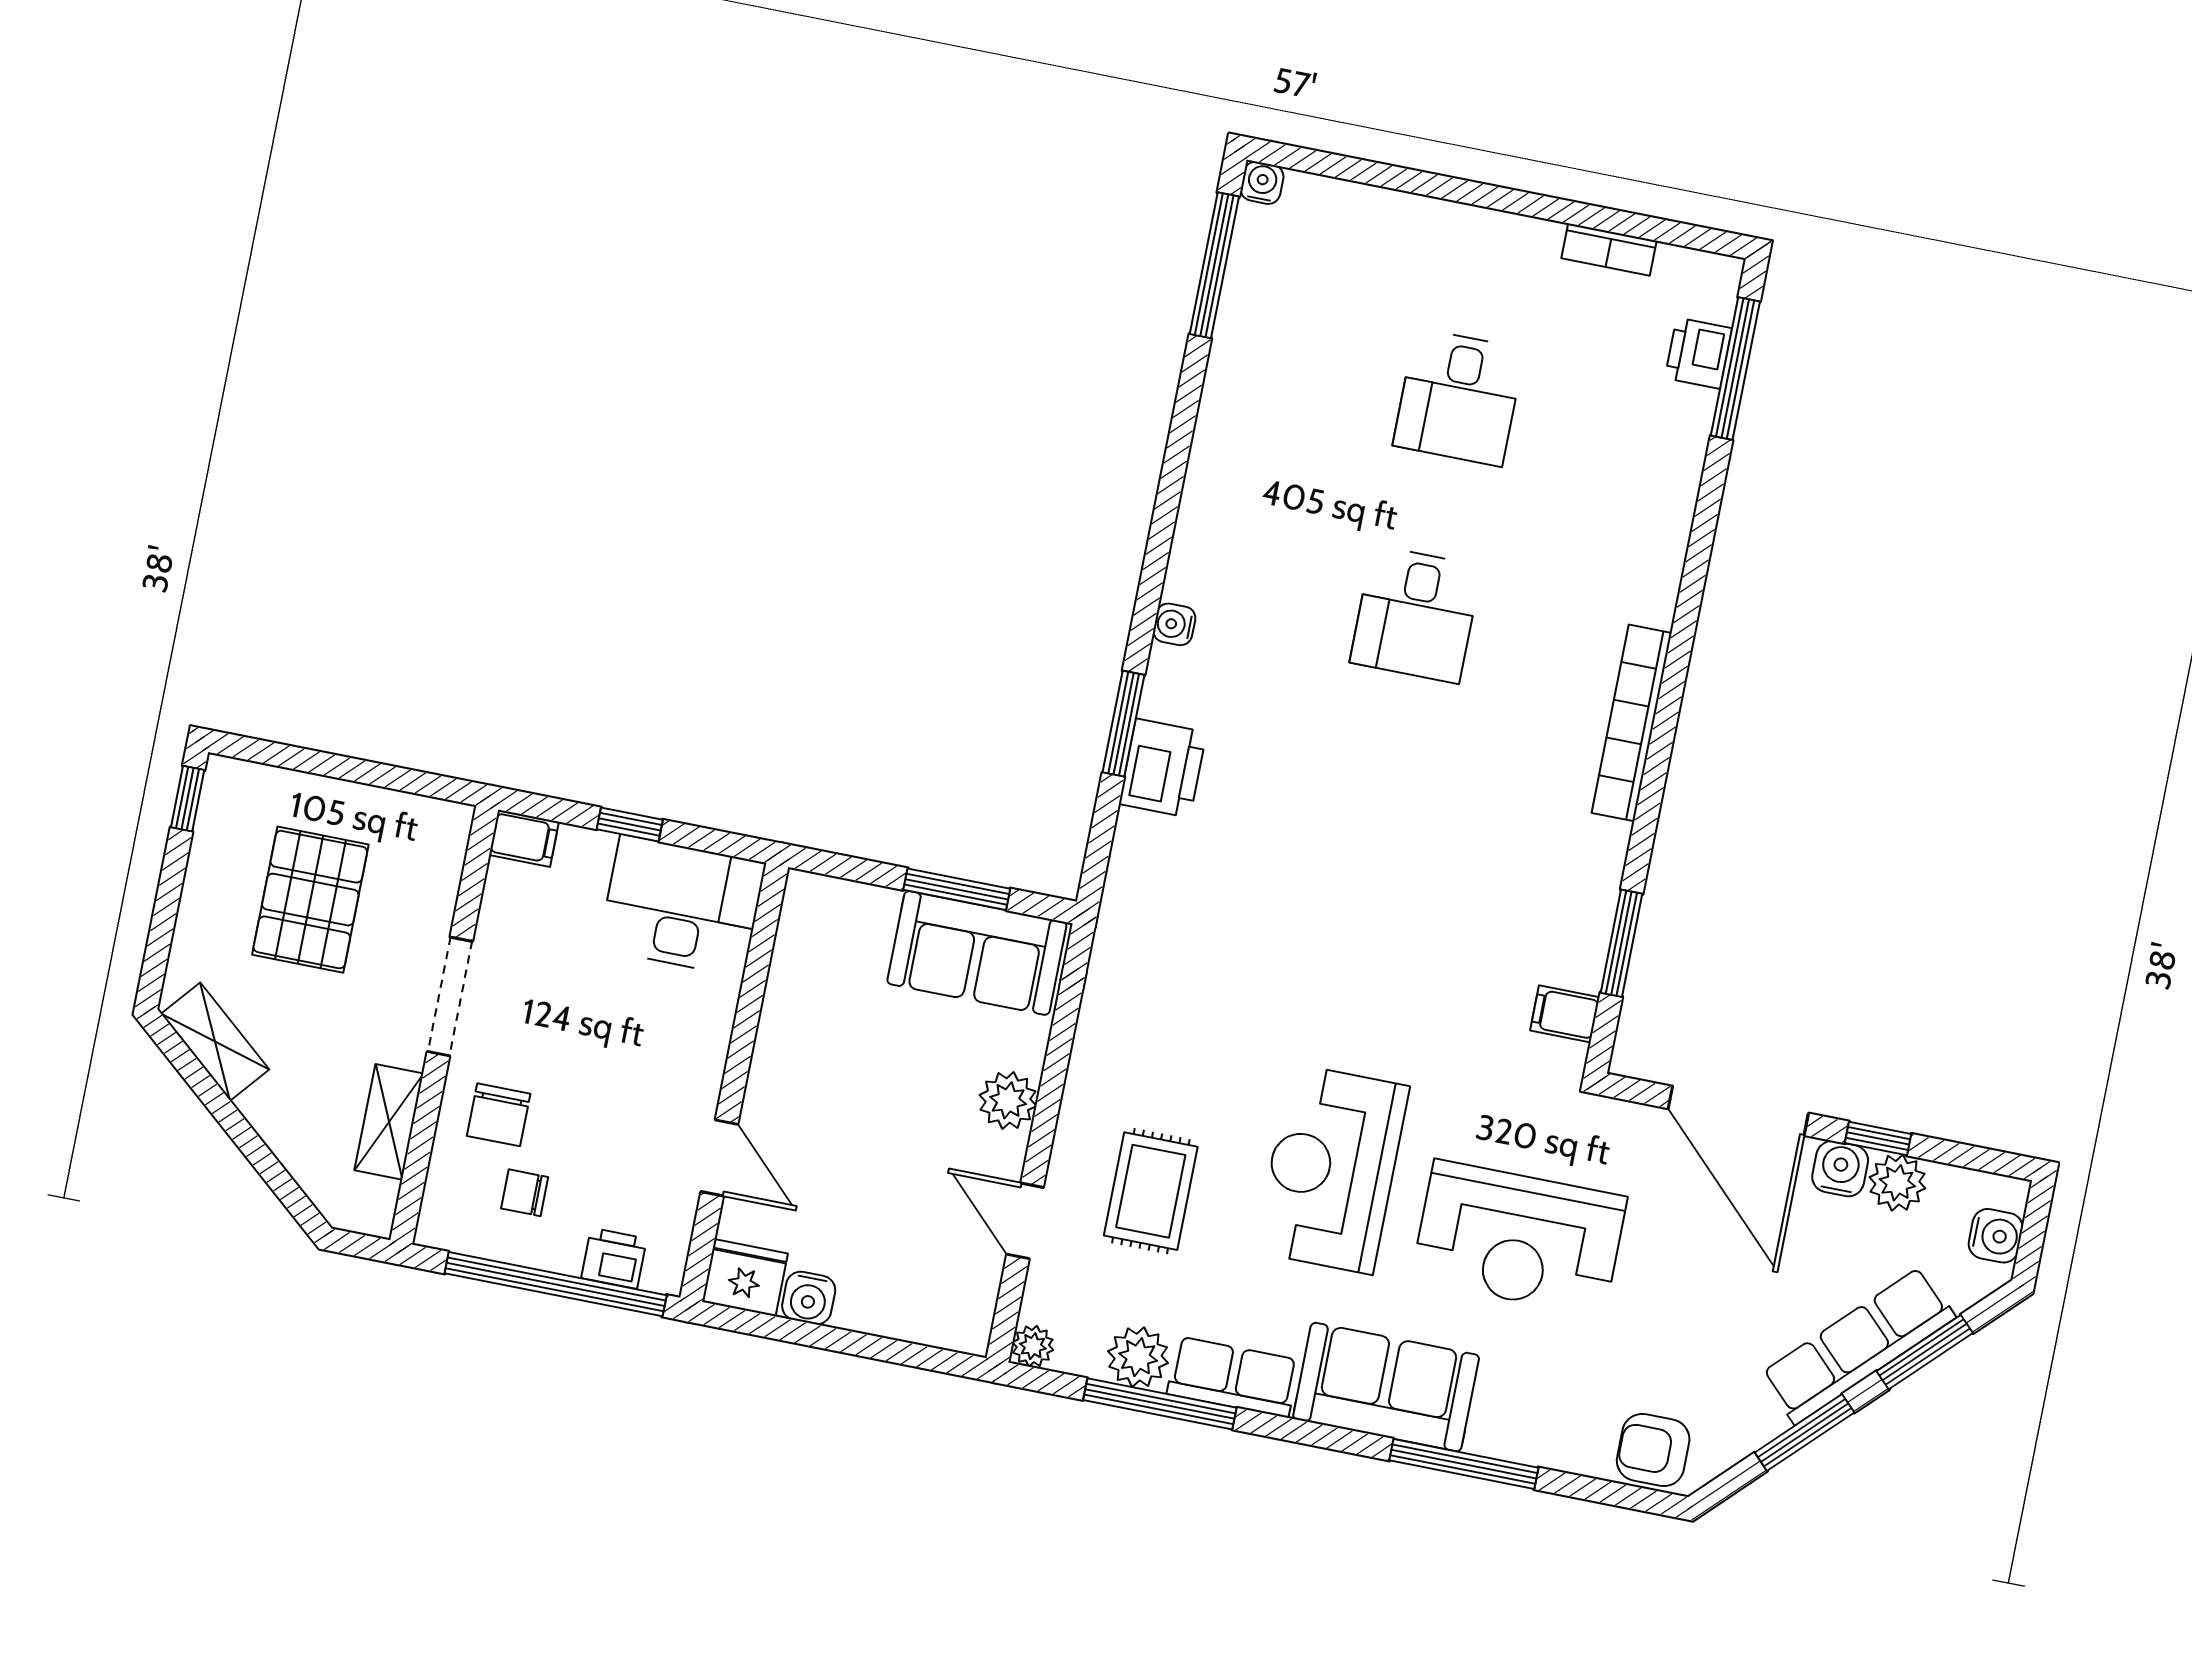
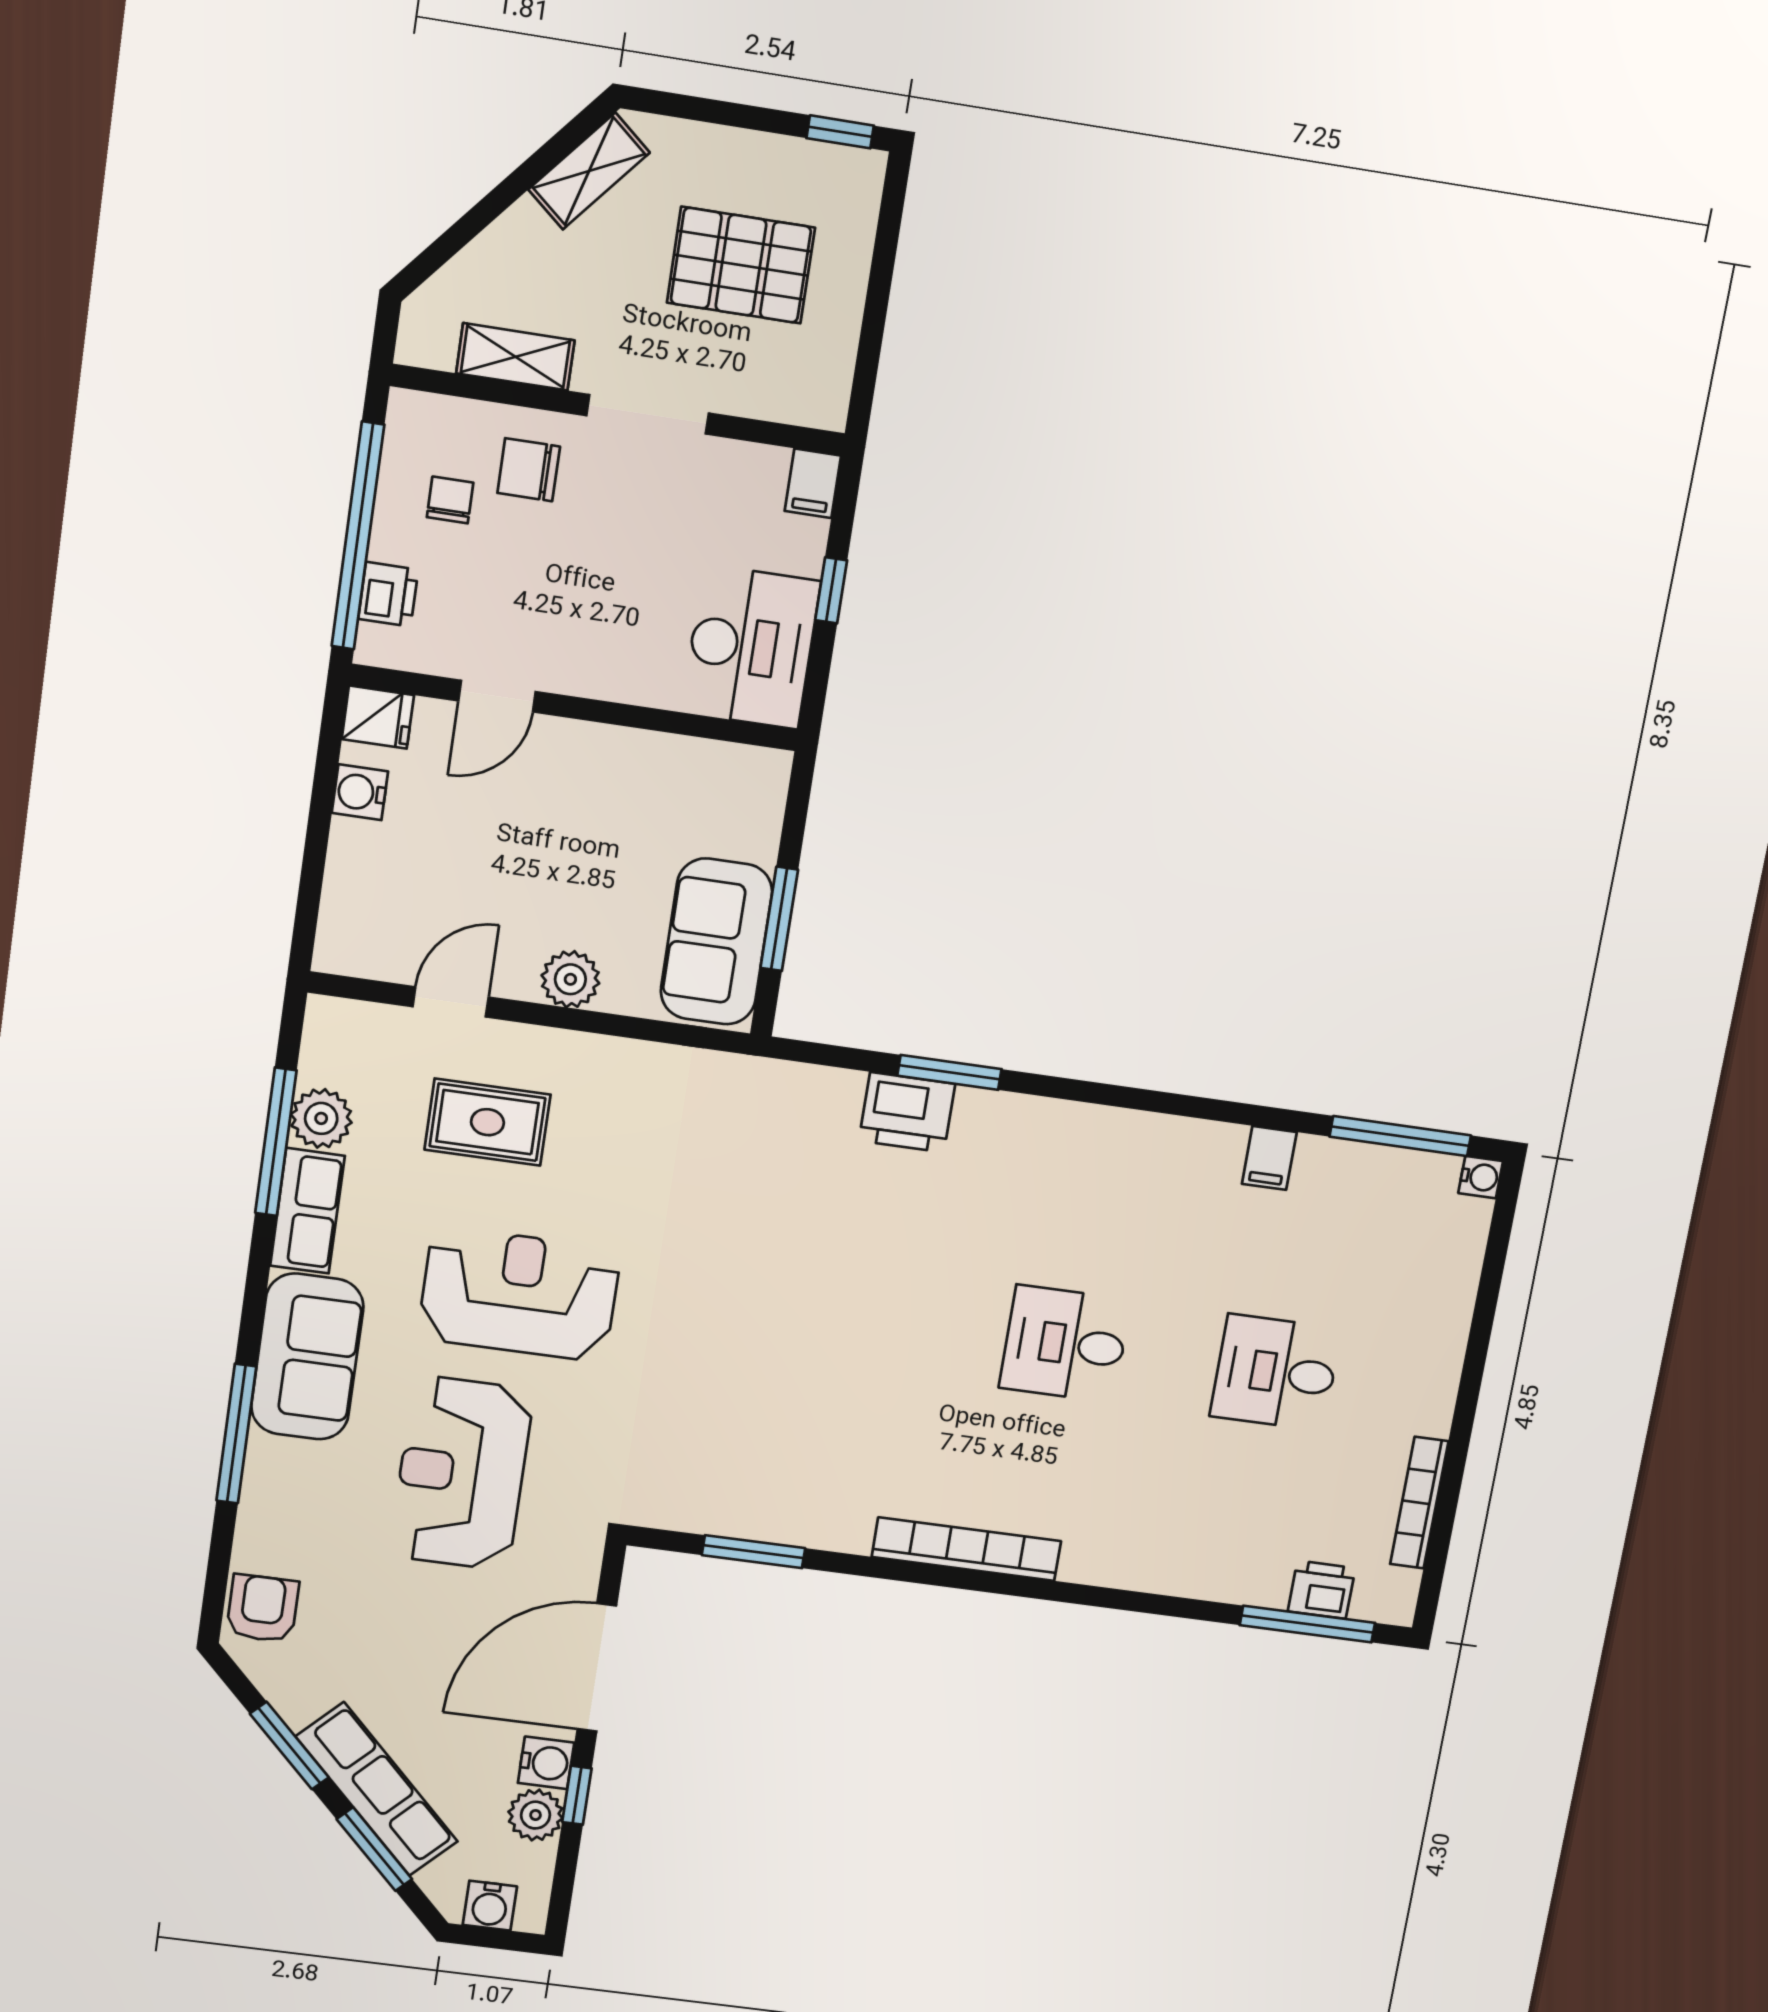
bookcase: (1609, 250) -> (1419, 1503), width x1.56
water cooler: (1174, 624) -> (1049, 1116), removed
filing cabinet: (1565, 1014) -> (1269, 1158), moved, turned 180
fridge: (745, 1278) -> (378, 717), width x0.72
plant: (1033, 1346) -> (325, 1016), removed

